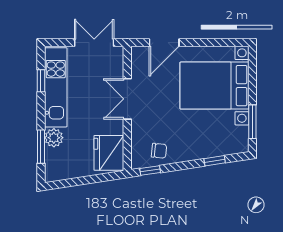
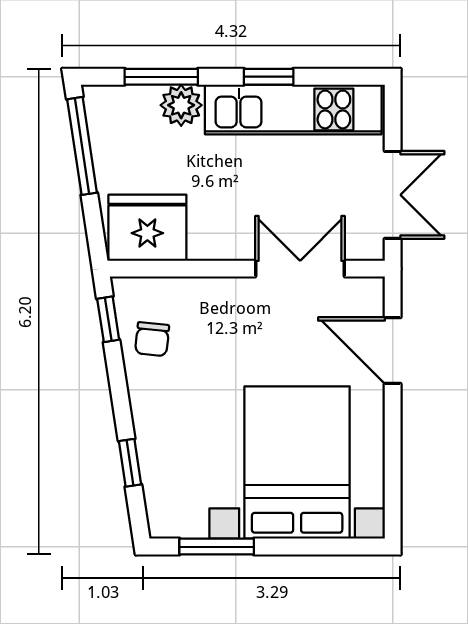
window: (41, 81) -> (269, 77), moved
double door: (127, 99) -> (300, 269), moved
window: (72, 182) -> (82, 146), added

